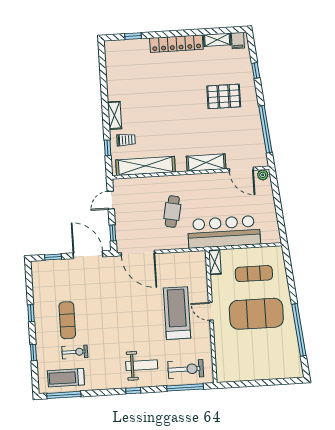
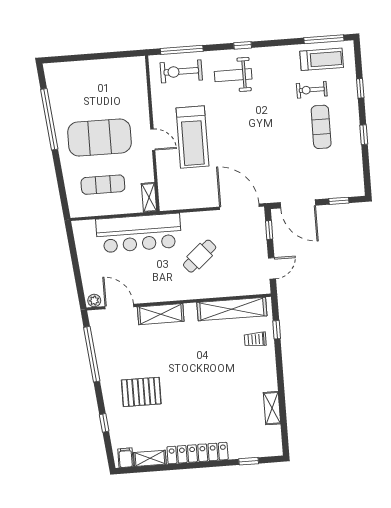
shelving: (115, 115) -> (272, 408), moved
cafe table: (172, 211) -> (200, 256), turned 38

